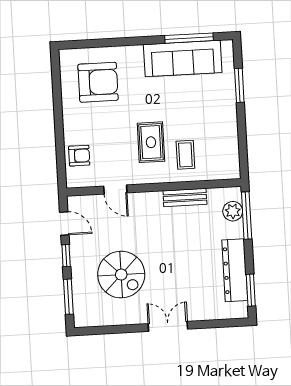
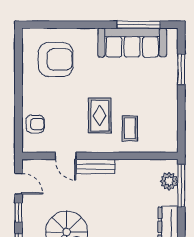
bench: (185, 198) -> (96, 167), moved

